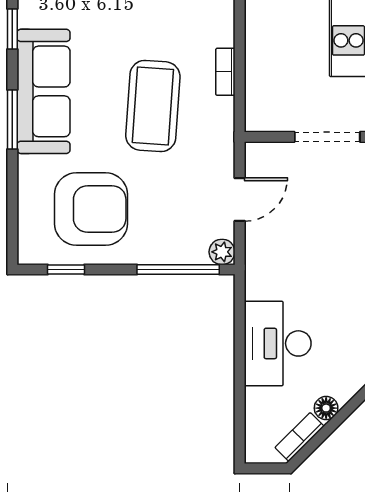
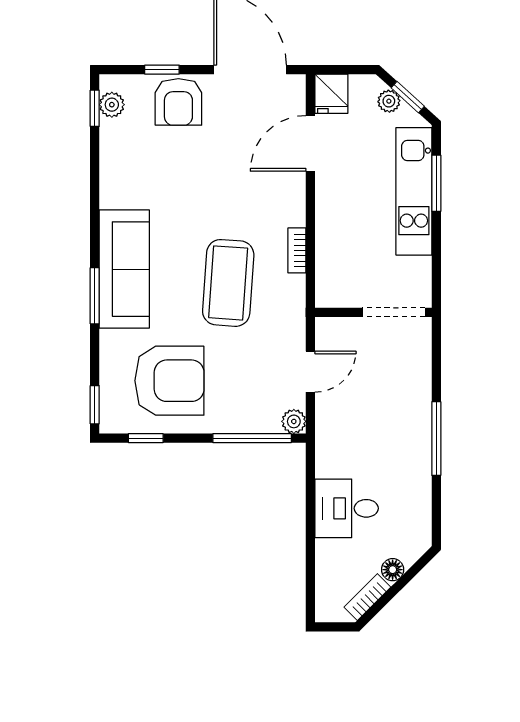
window: (12, 29) -> (95, 405), moved
desk: (278, 343) -> (347, 508), width x0.73

